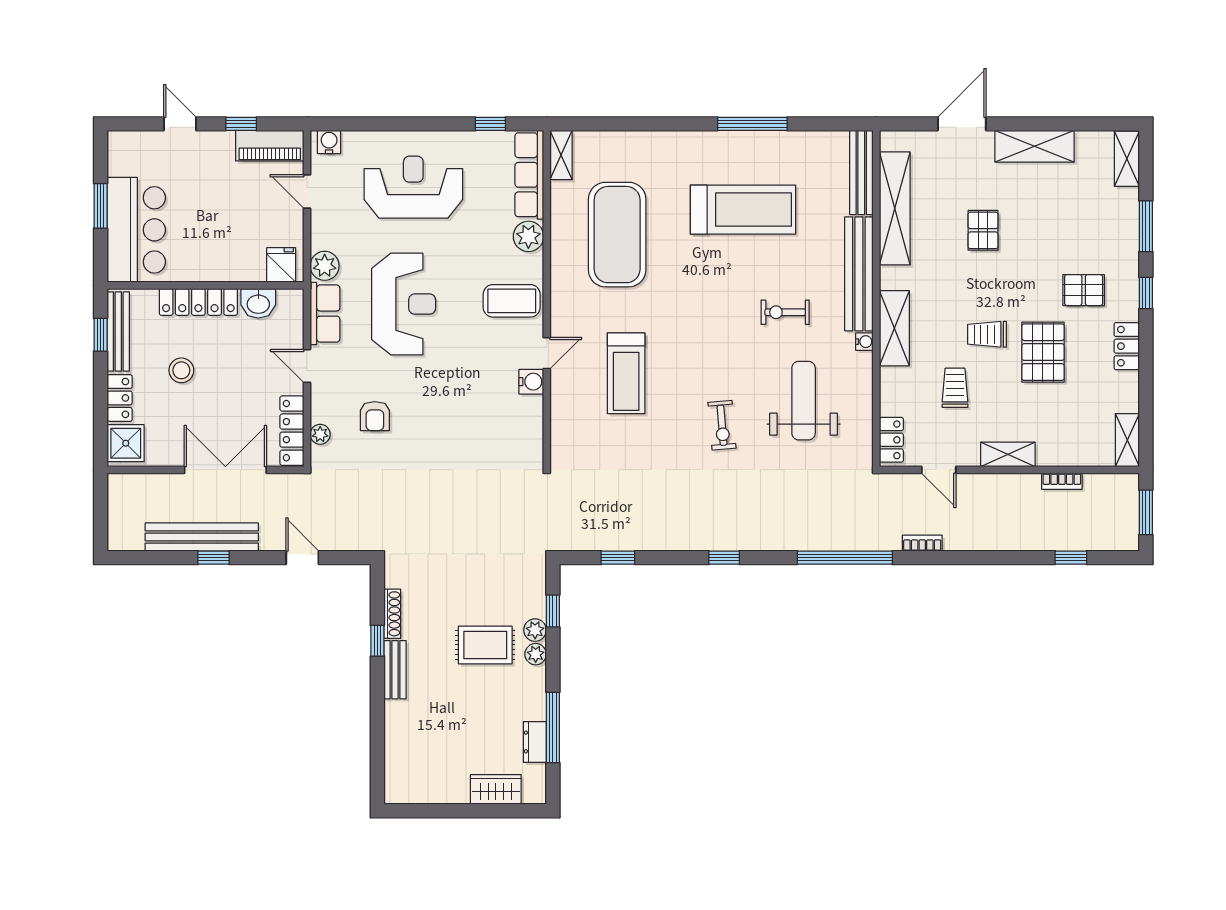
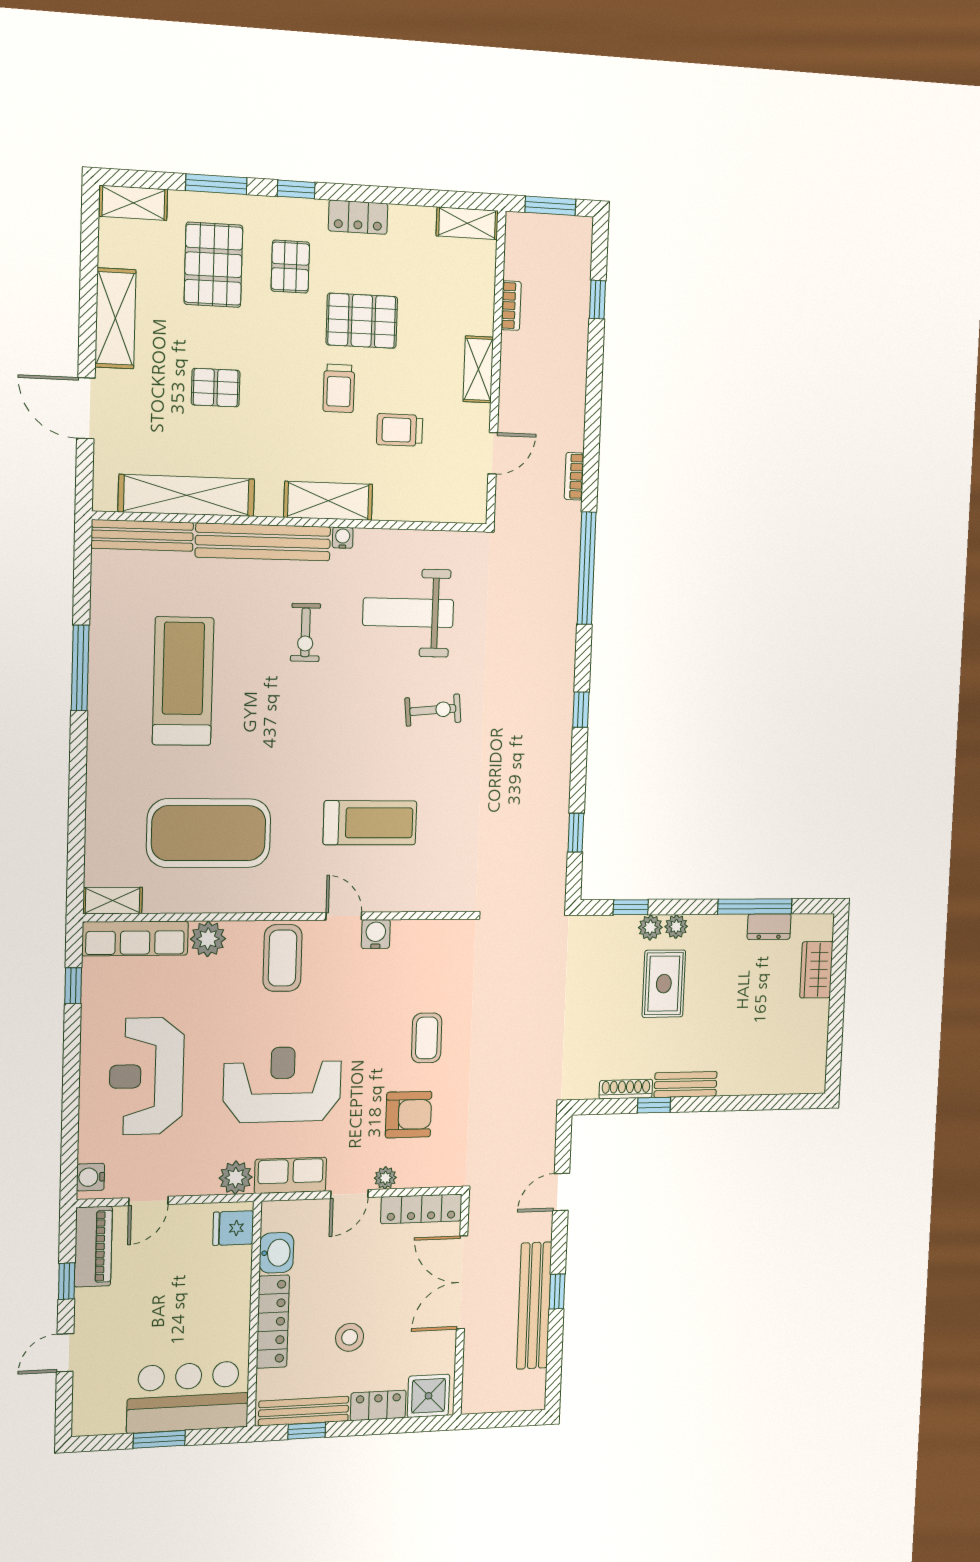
pallet: (1082, 226) -> (213, 265), added
armchair: (375, 416) -> (409, 1114), width x1.38, depth x1.38
coffee table: (441, 430) -> (427, 1038), added
plant: (320, 434) -> (385, 1178), moved
locker: (891, 440) -> (457, 509), removed

